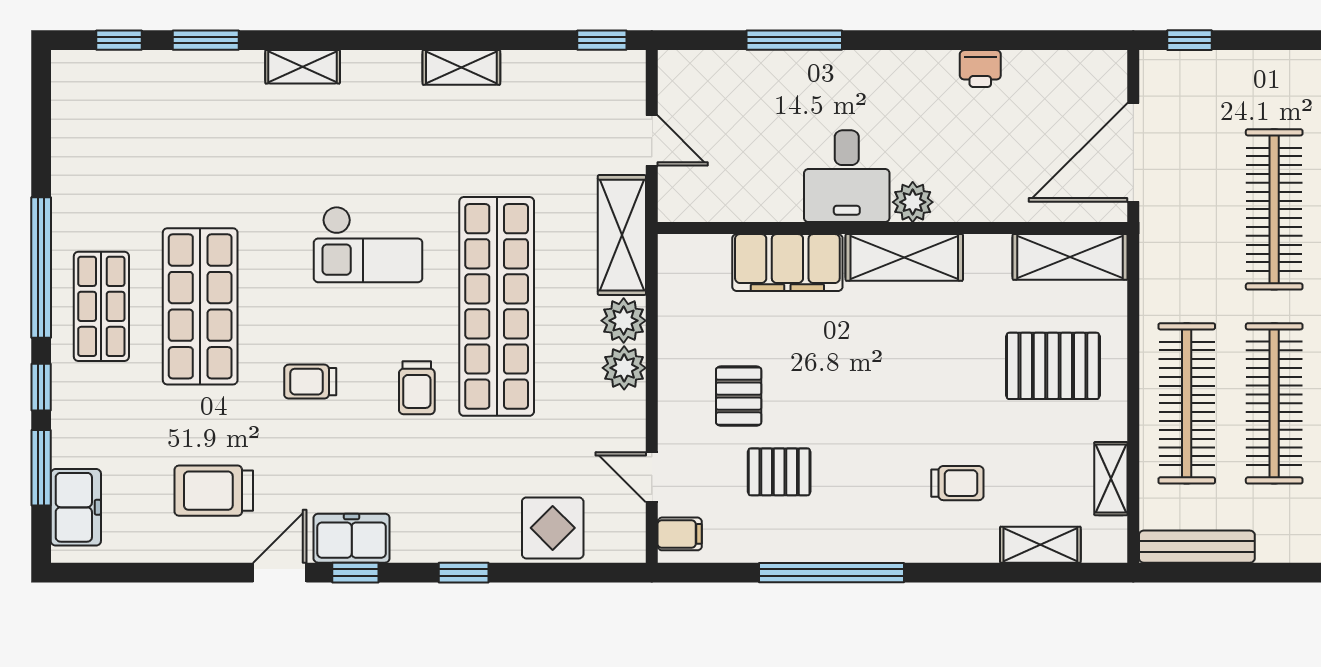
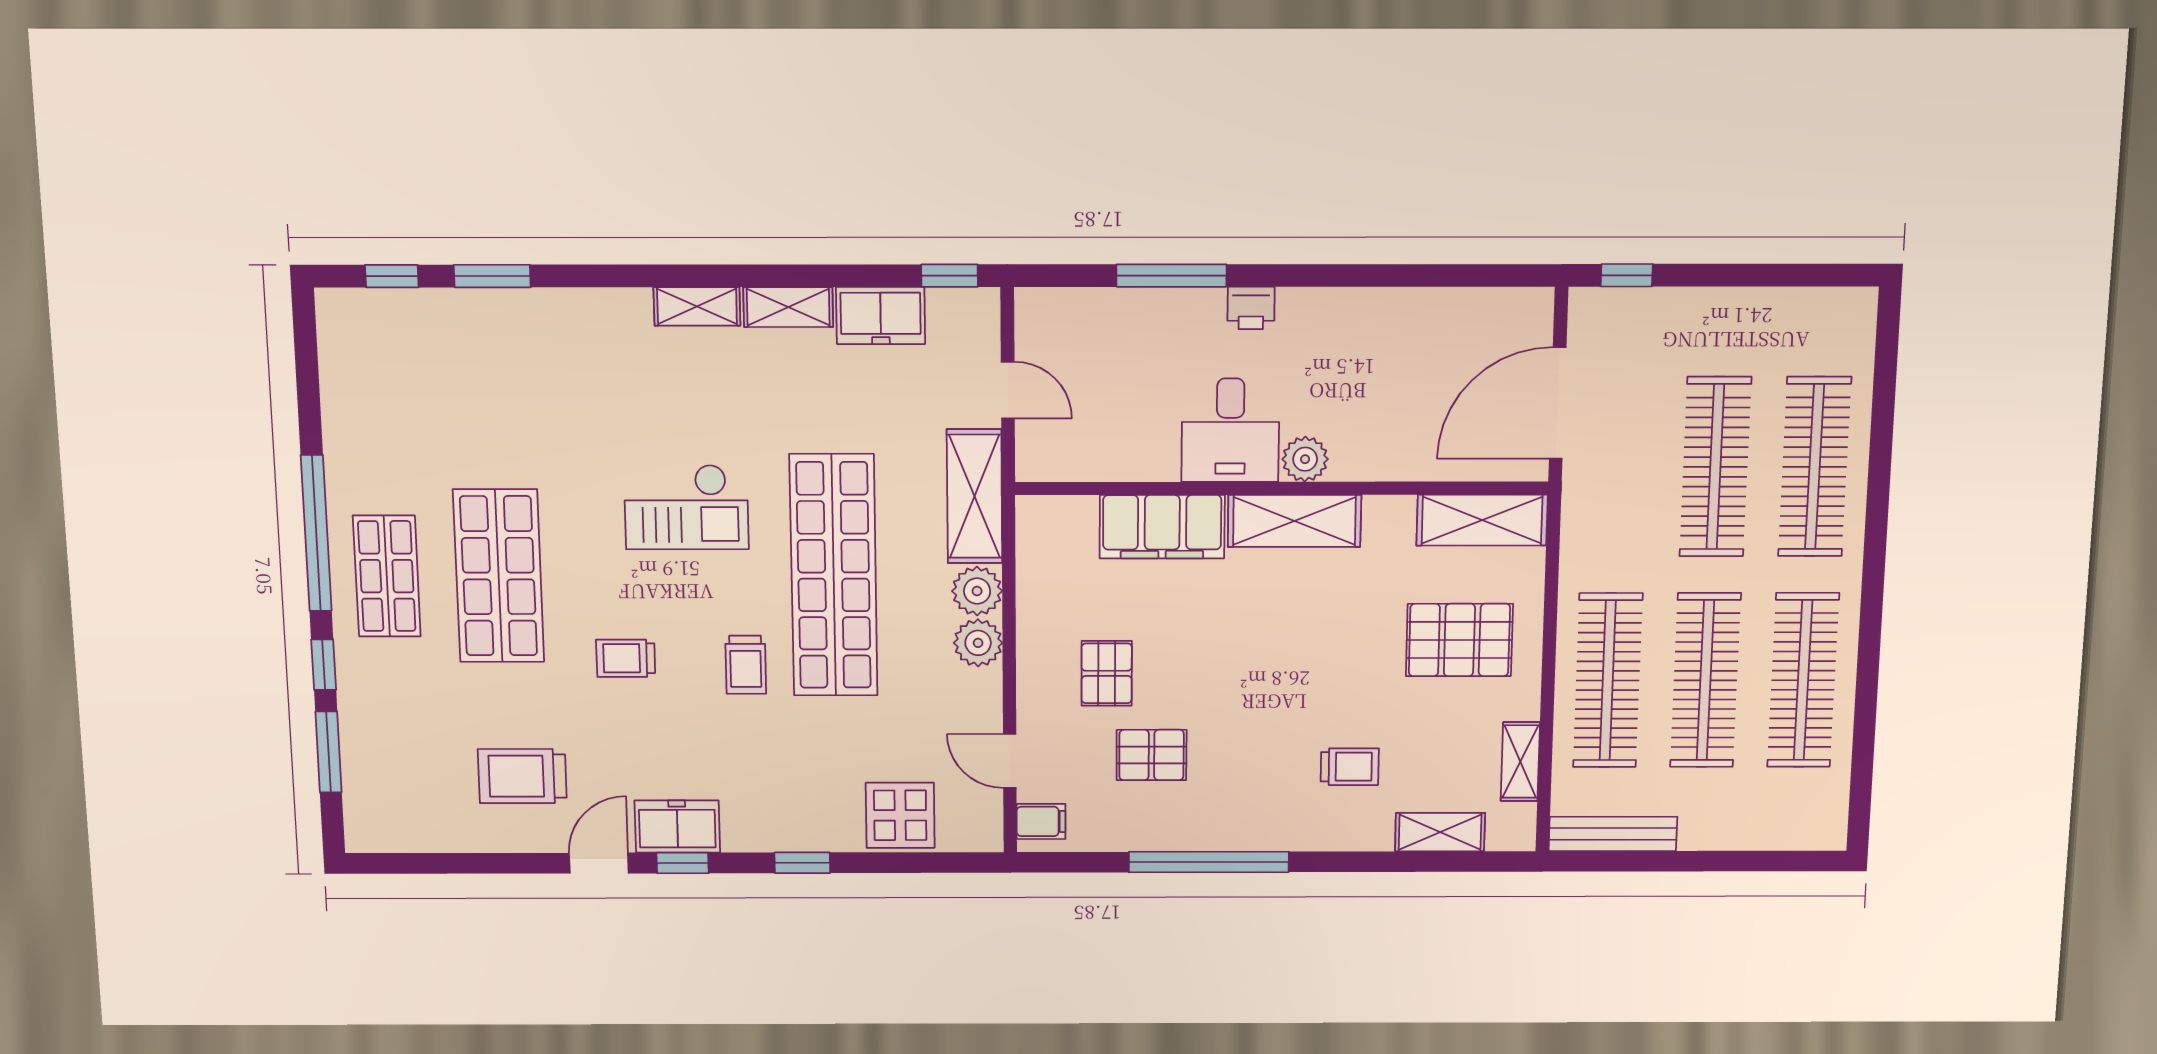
shelving: (303, 67) -> (697, 306), moved
printer: (980, 69) -> (1251, 308), moved
freezer: (76, 507) -> (881, 316), moved, turned 90

